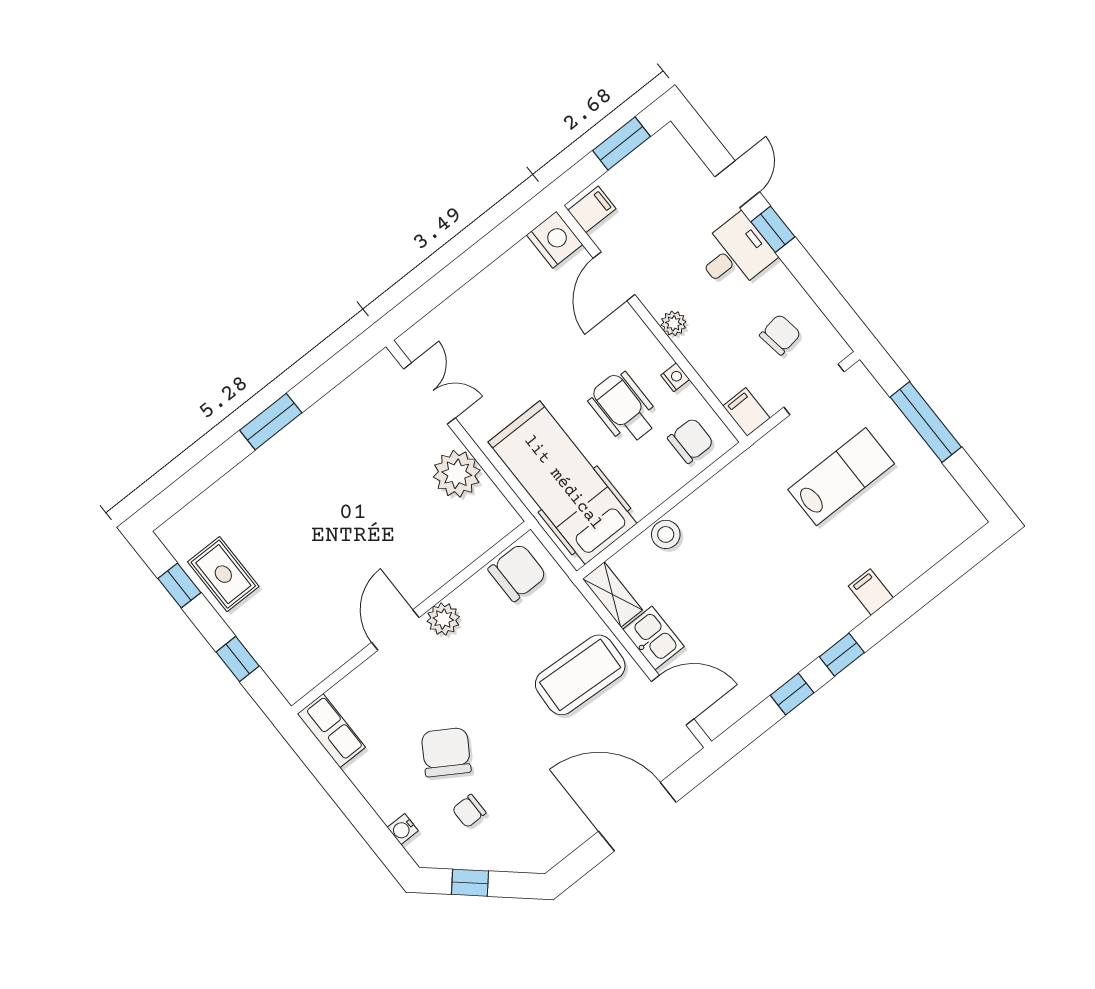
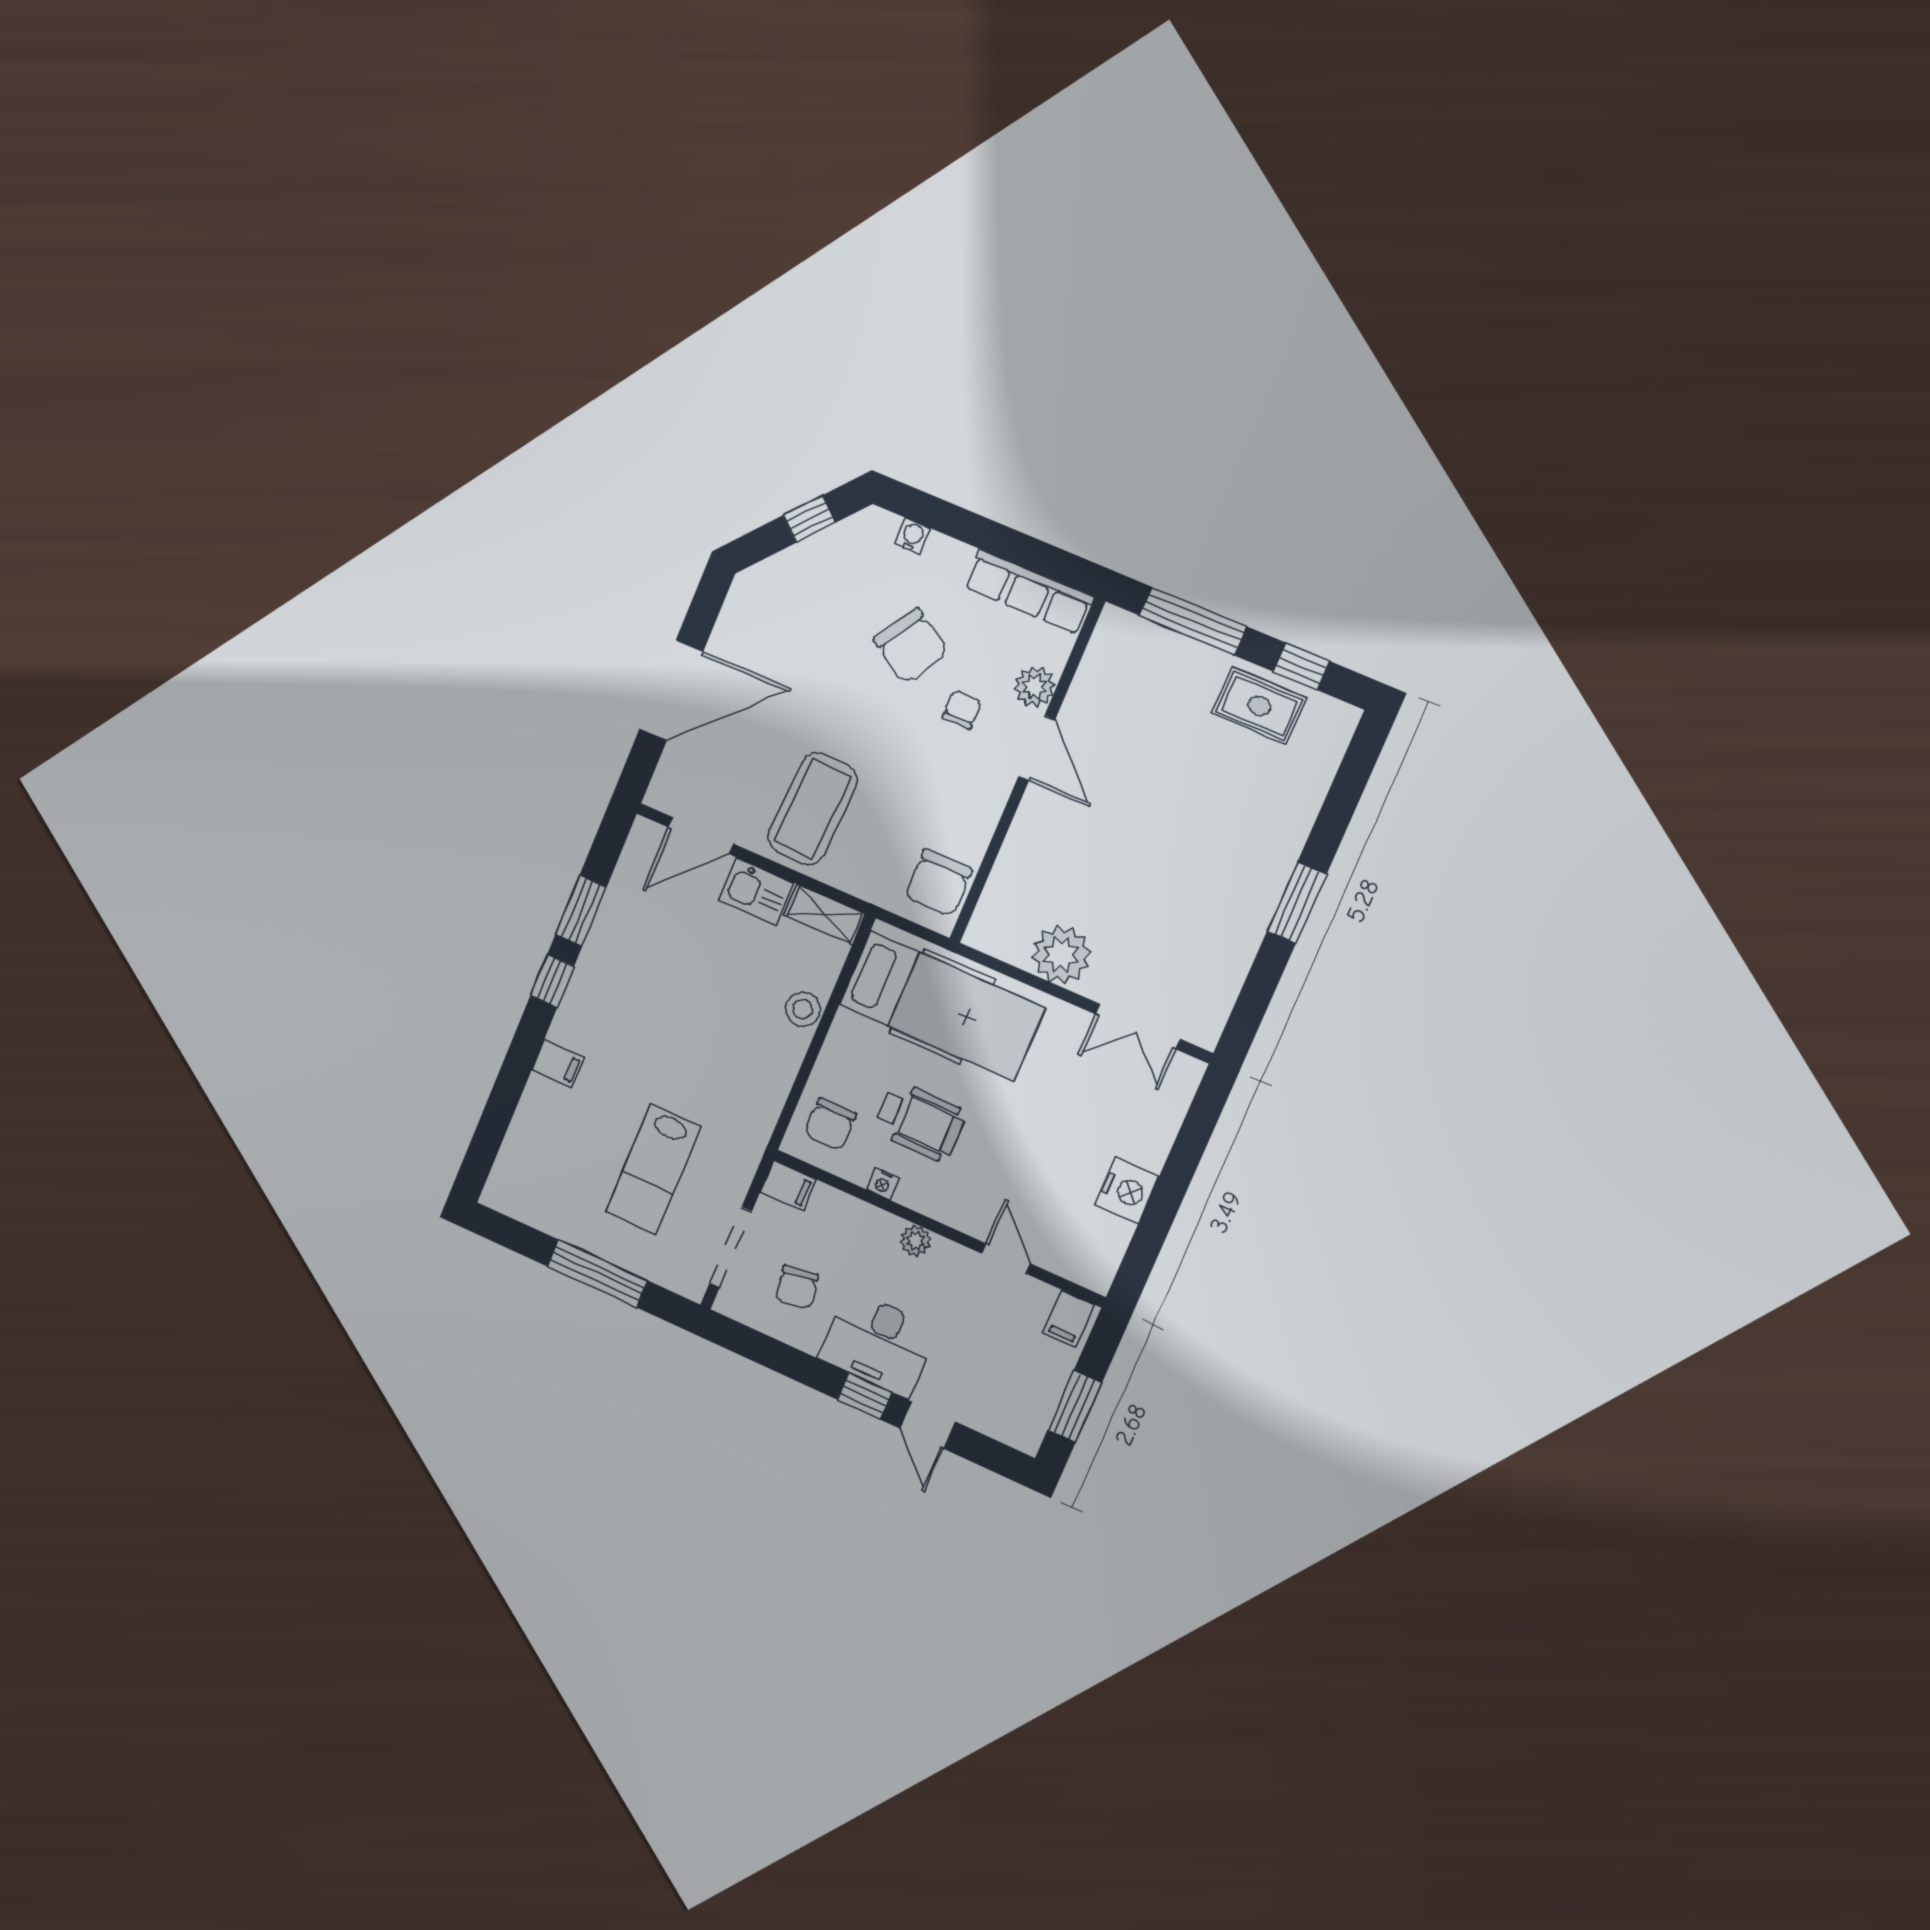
nightstand: (555, 240) -> (1127, 1191), moved, turned -90
desk: (735, 254) -> (878, 1344), width x1.37
door: (614, 276) -> (1006, 1258), width x0.73
plant: (443, 619) -> (1034, 687), moved
window: (238, 659) -> (1193, 621), width x2.17
window: (792, 694) -> (581, 911), width x1.50
row of seats: (331, 731) -> (1029, 592), width x1.48
chair: (469, 811) -> (962, 710), moved

